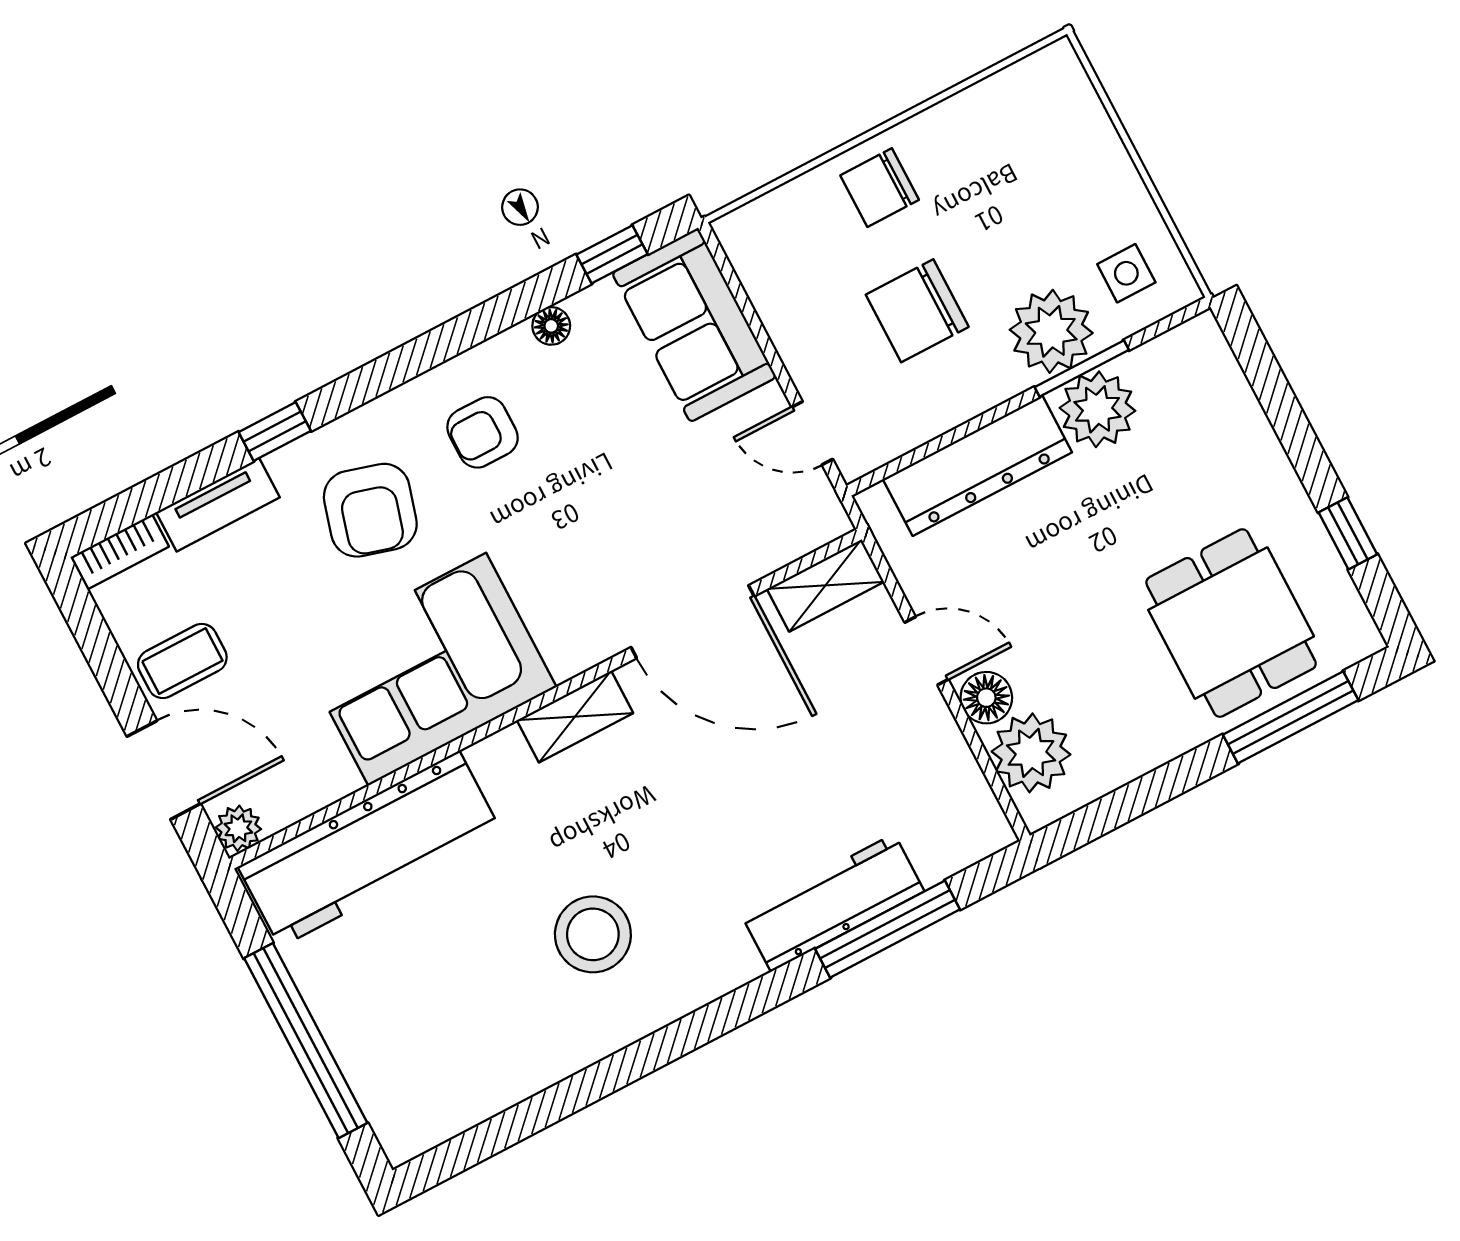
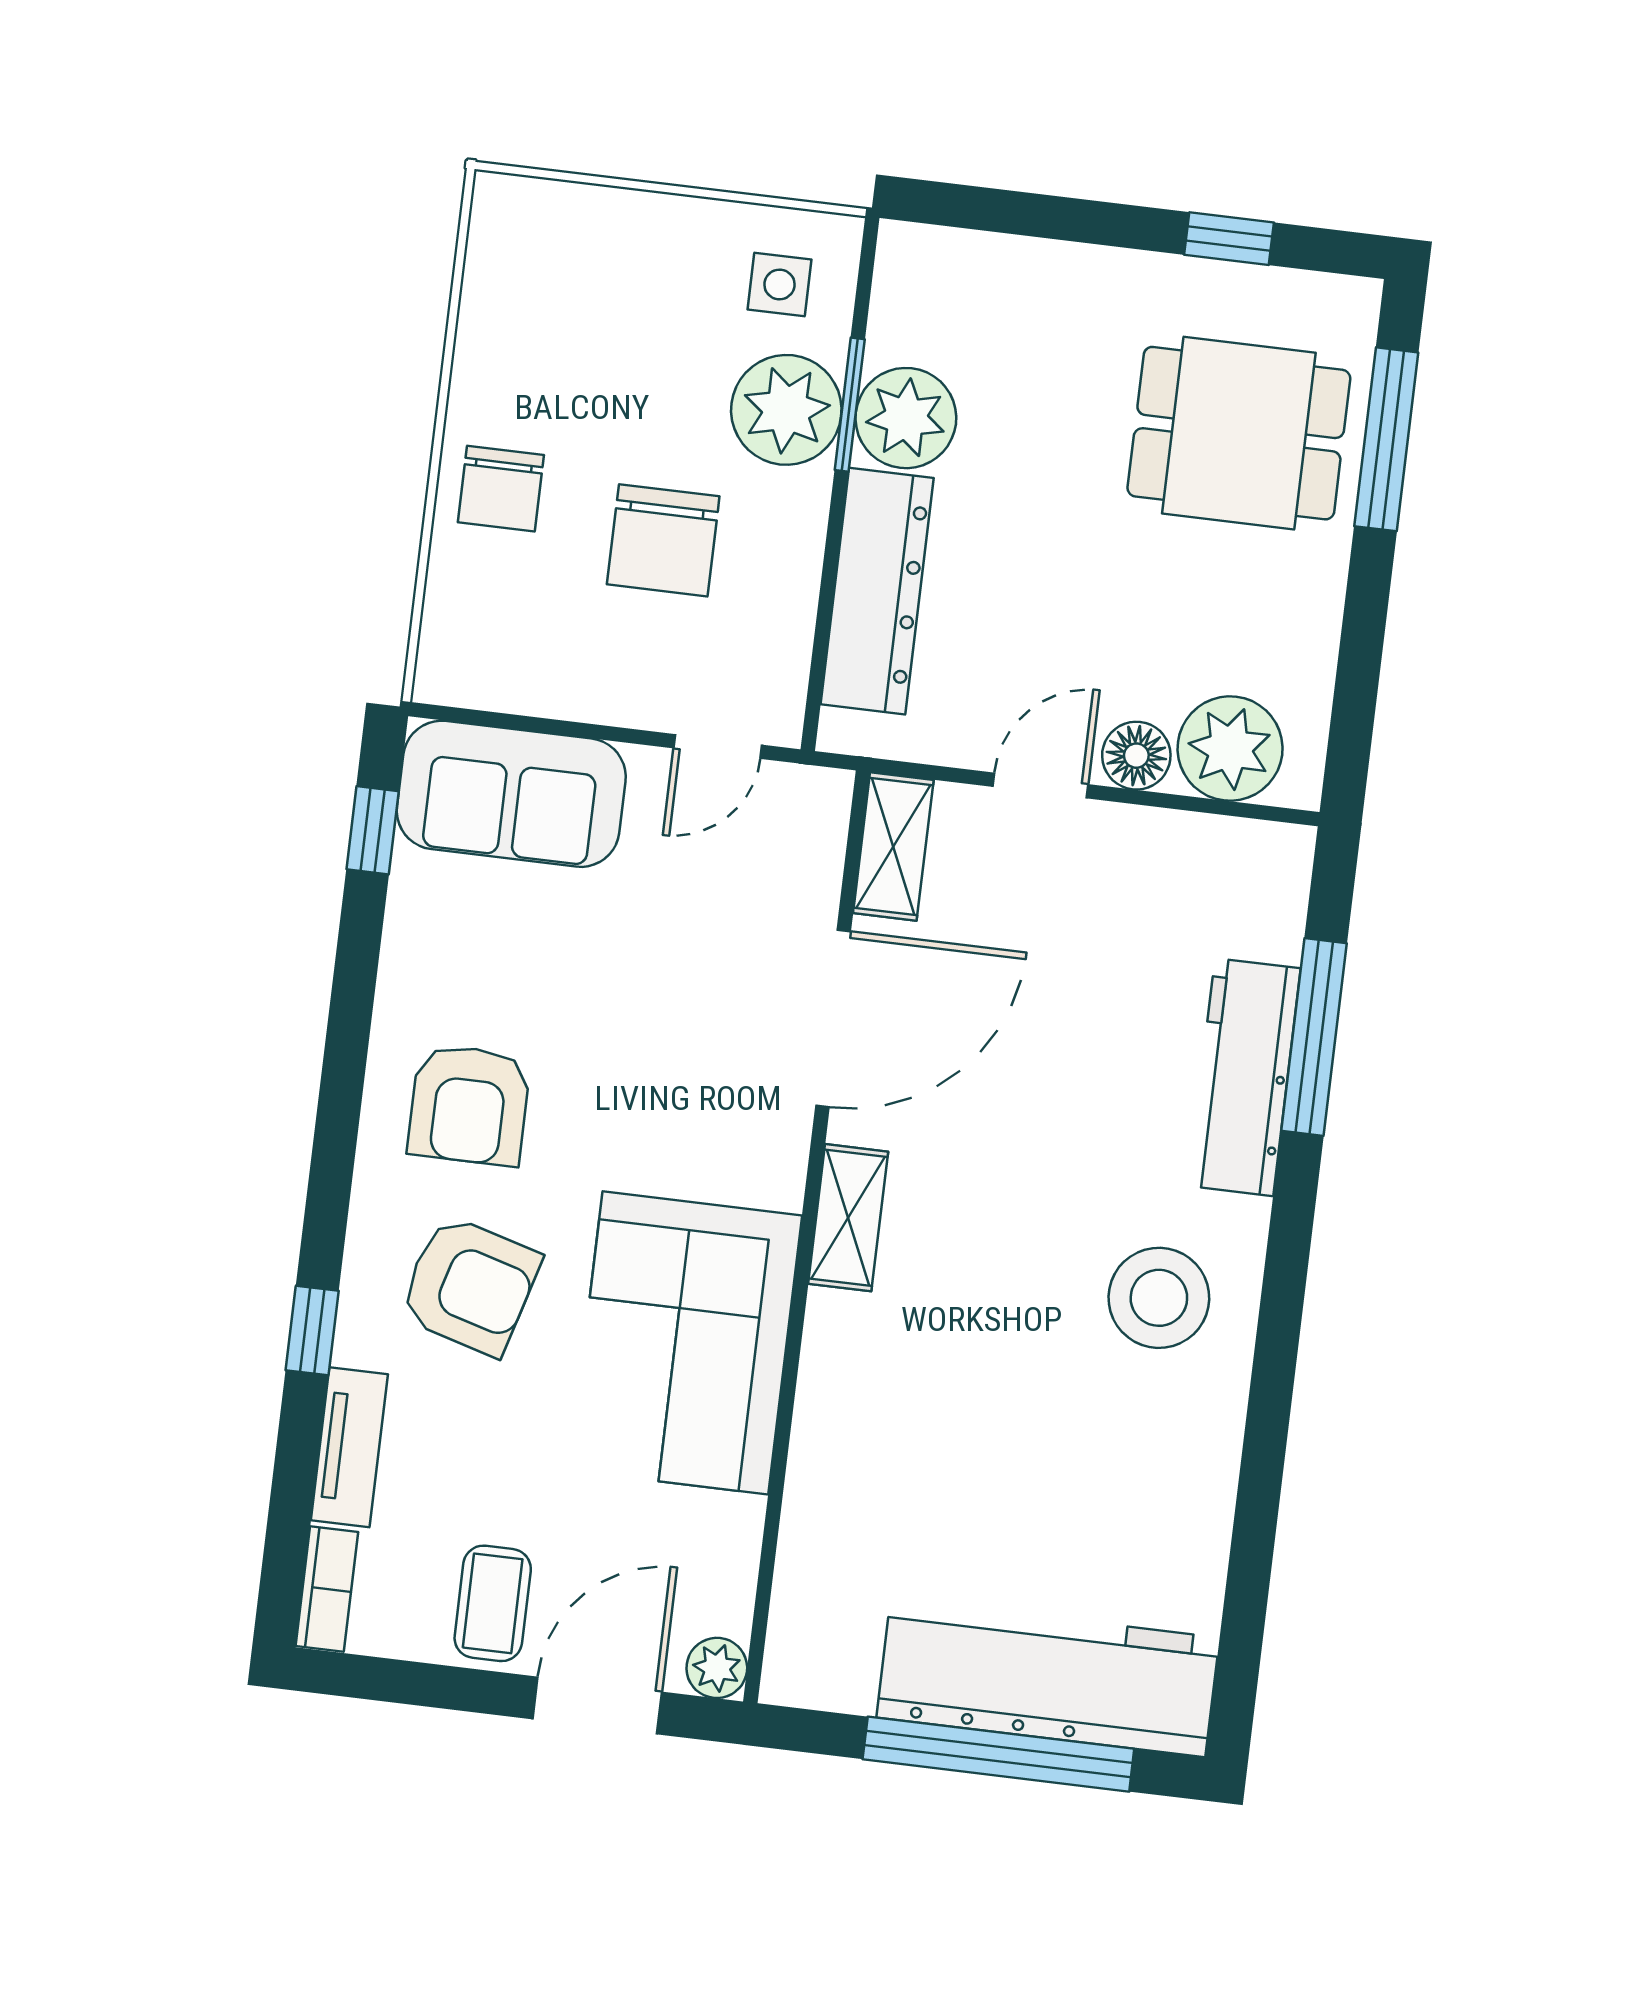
floor lamp: (551, 326) -> (405, 950), removed
armchair: (483, 432) -> (469, 1105), width x1.38, depth x1.38
workbench: (370, 849) -> (1048, 1678), moved, turned -90
stool: (593, 934) -> (1159, 1298), moved

